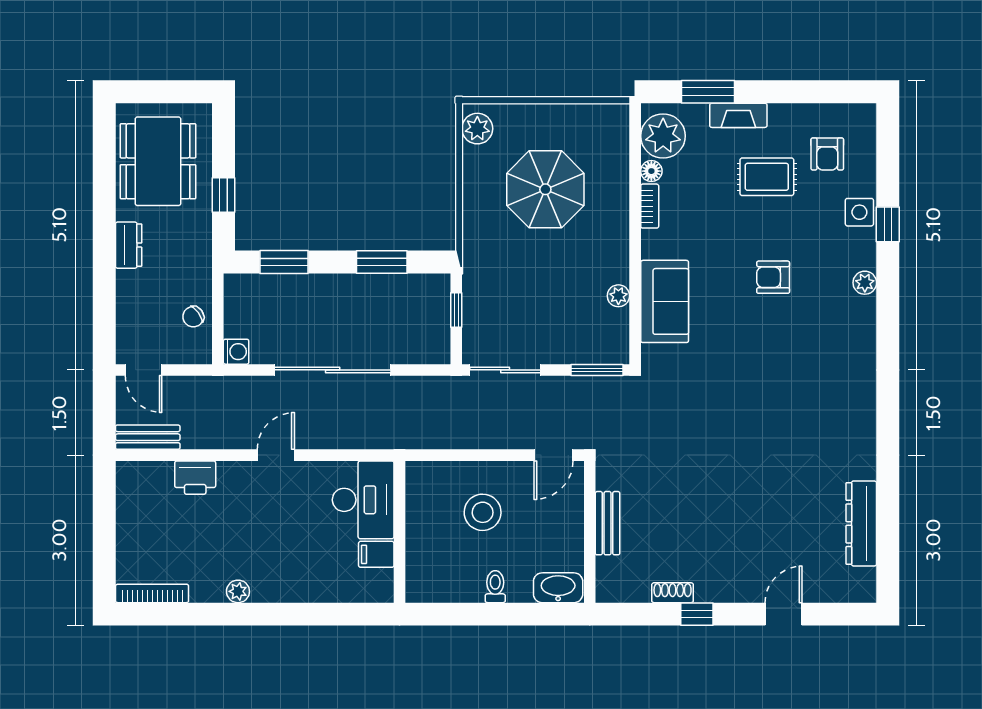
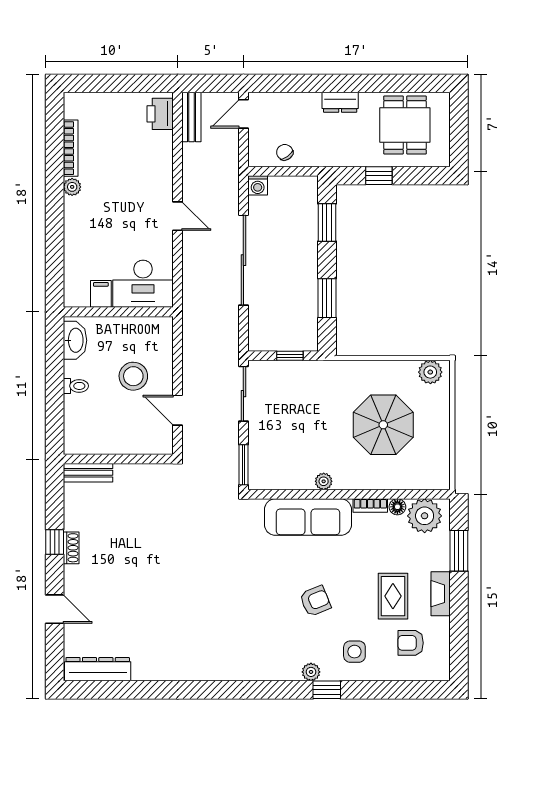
fireplace: (738, 115) -> (441, 594), moved
dining table: (158, 161) -> (405, 125), width x0.73
side table: (859, 212) -> (354, 652), moved
window: (888, 224) -> (327, 690), moved
armchair: (773, 277) -> (315, 601), turned 68
plant: (618, 296) -> (324, 481), moved
sofa: (665, 301) -> (308, 517), width x1.36
door: (554, 455) -> (178, 410), moved
printer: (195, 478) -> (160, 114), moved
bench: (608, 523) -> (88, 473), moved
dresser: (861, 523) -> (98, 669), moved
washbasin: (558, 588) -> (75, 340), moved
bookcase: (152, 593) -> (71, 148), moved
shoe rack: (673, 593) -> (71, 548), moved

